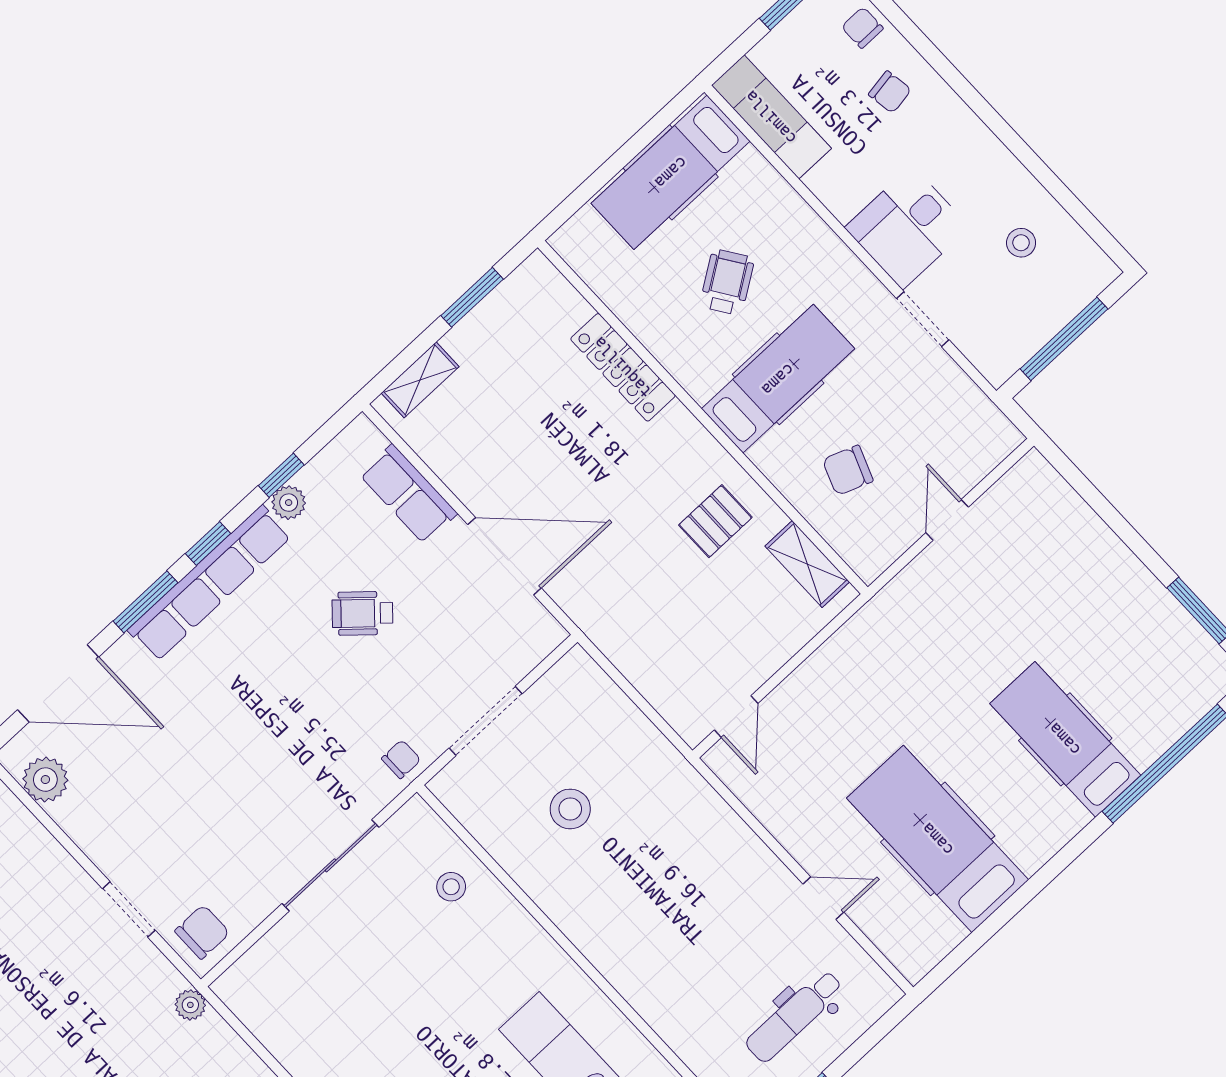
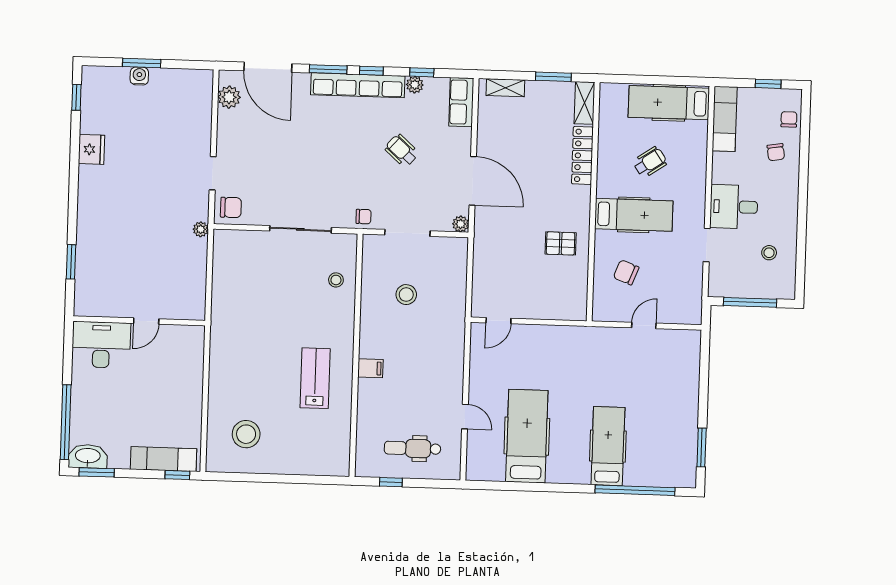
row of seats: (408, 494) -> (461, 102), moved
shelving: (807, 564) -> (584, 103), moved
plant: (548, 634) -> (461, 224), added
filing cabinet: (623, 963) -> (370, 368), added

